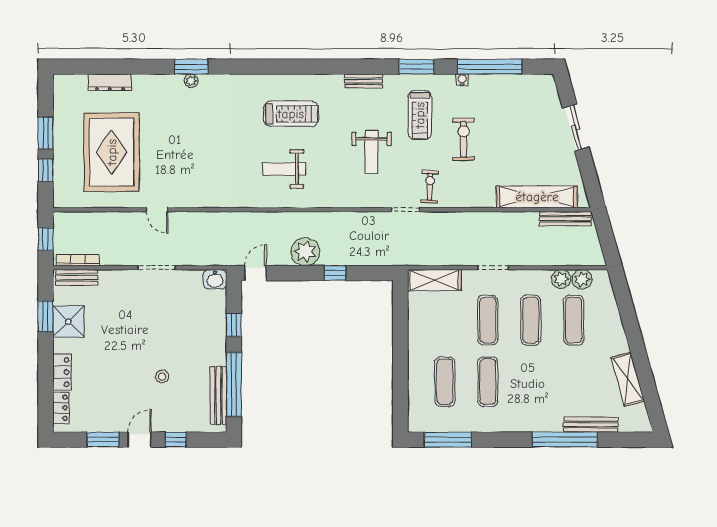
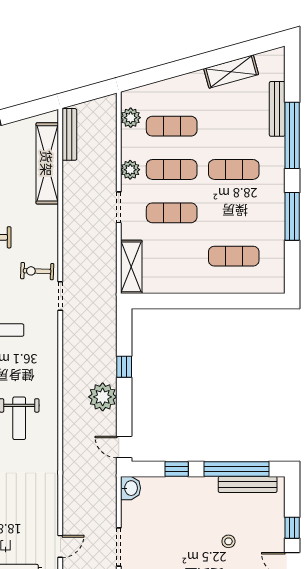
plant: (561, 279) -> (130, 170), moved
exercise mat: (488, 382) -> (234, 169), moved
window: (448, 440) -> (292, 216), moved

